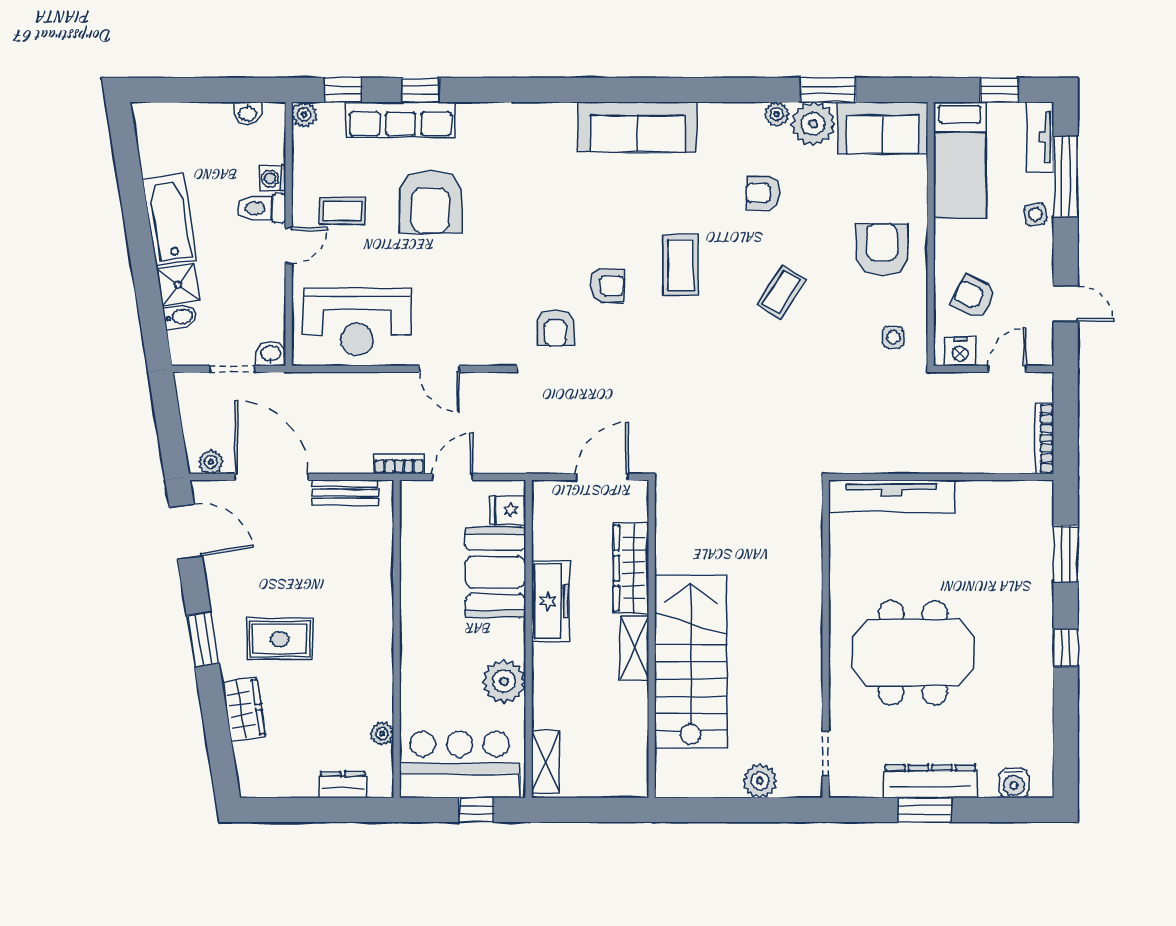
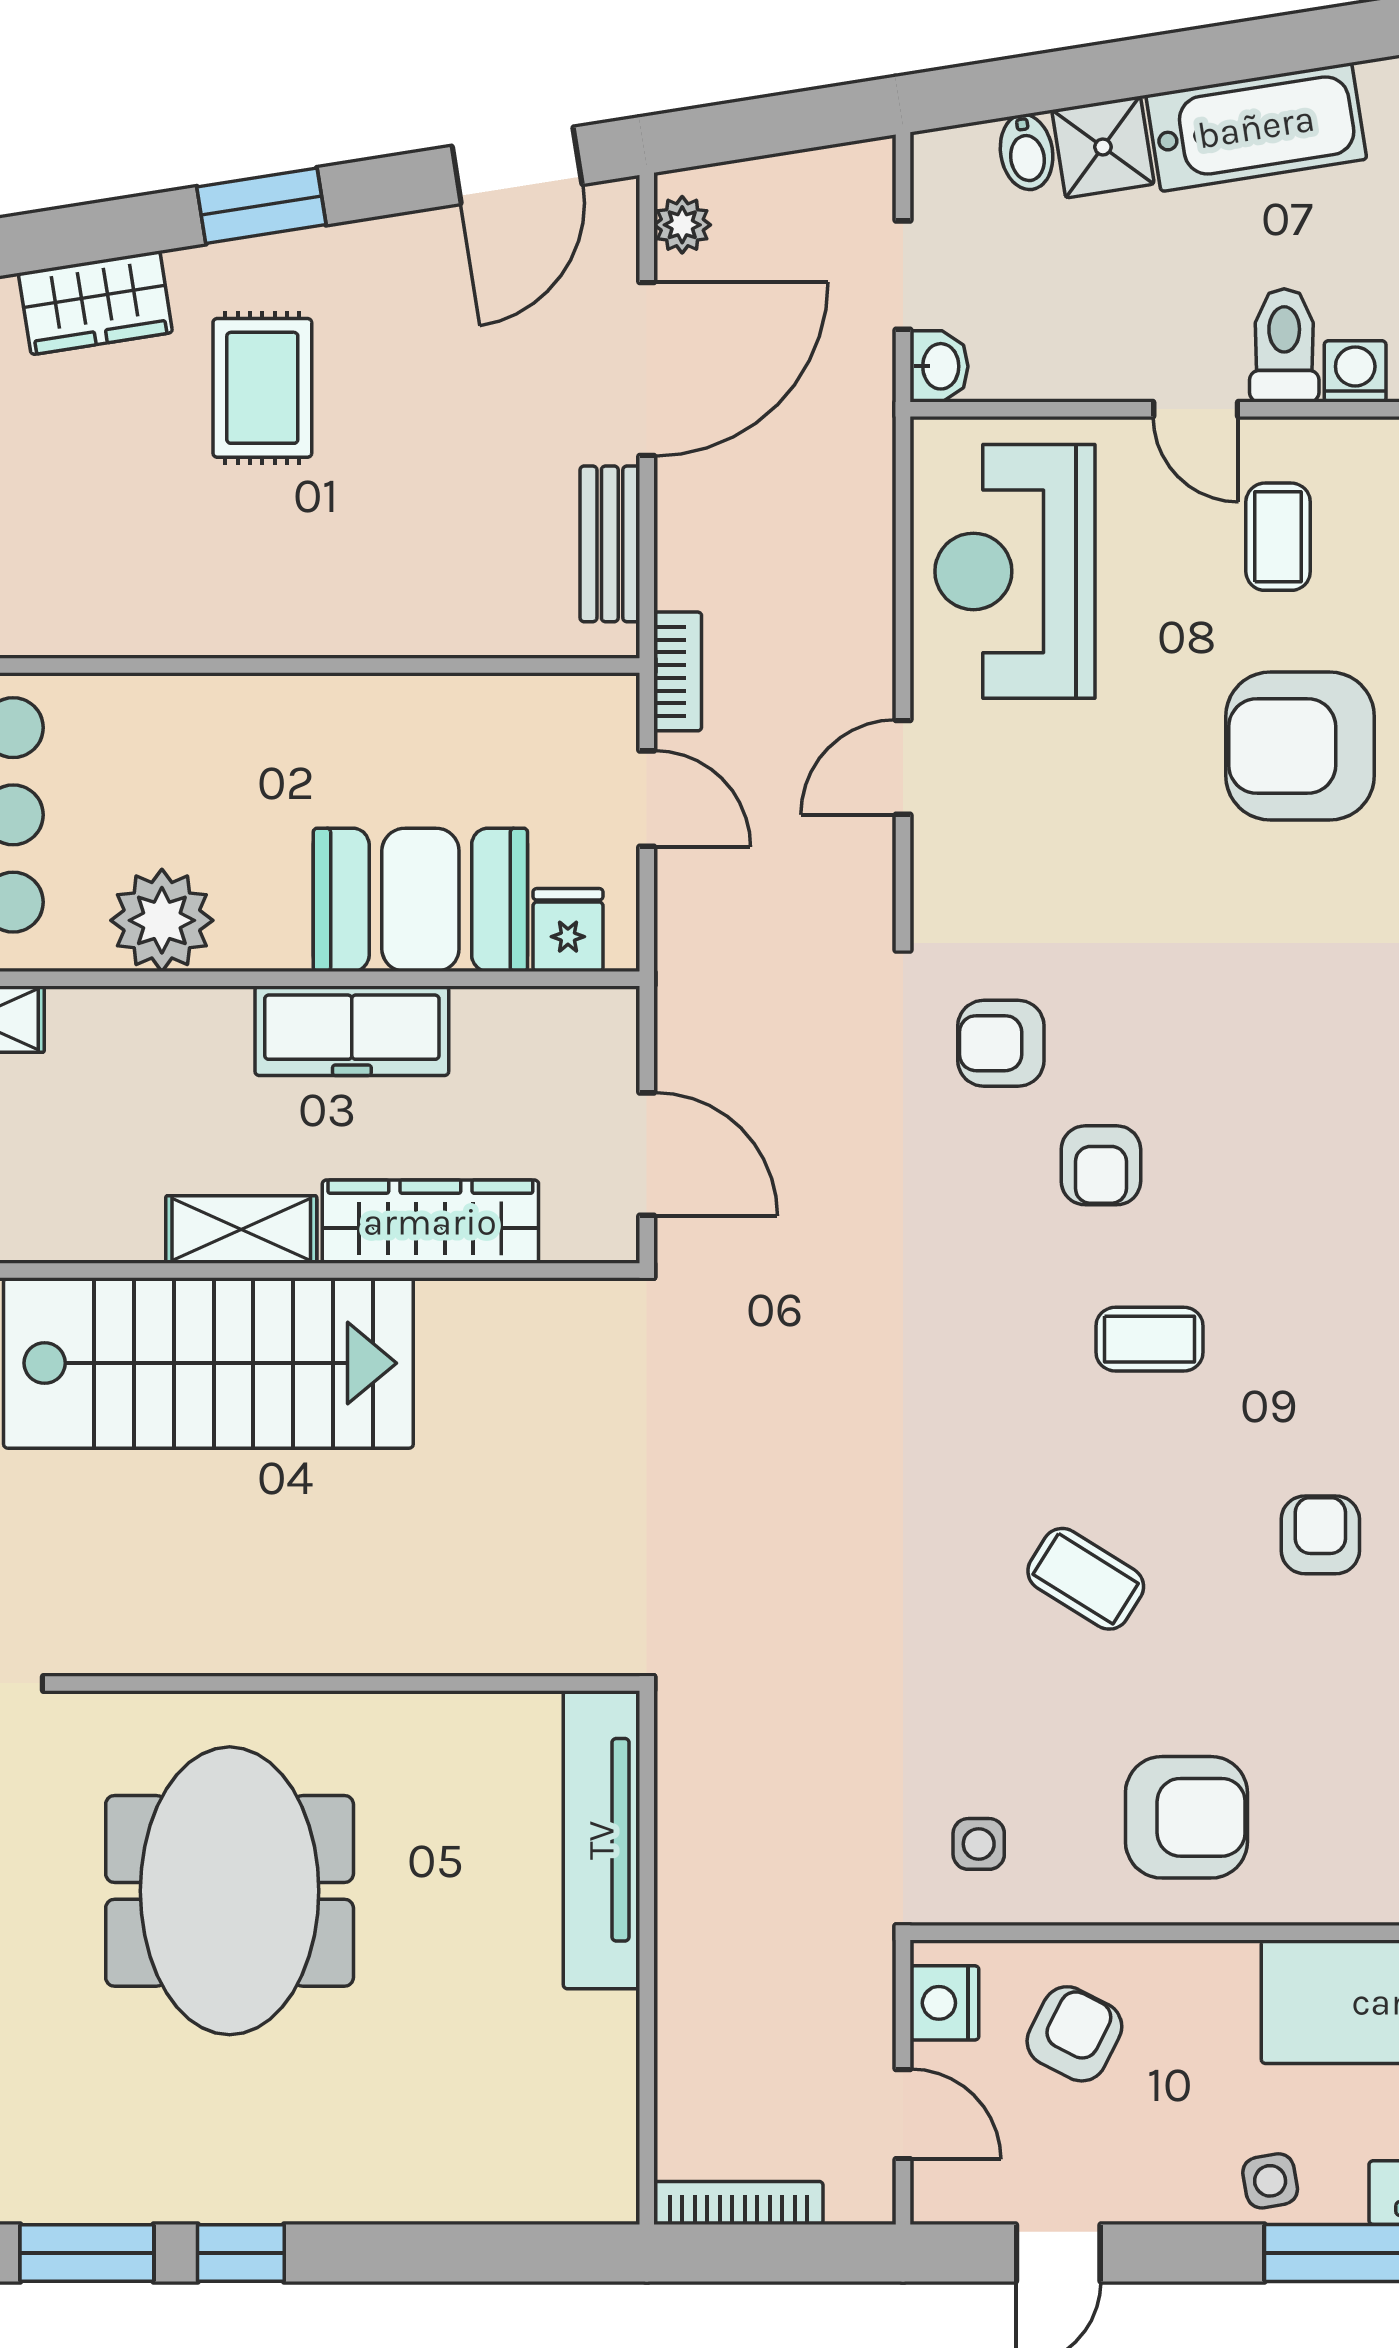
coffee table: (680, 265) -> (1150, 1339), width x0.73, depth x0.77
window: (1066, 554) -> (87, 2253), moved
plant: (382, 733) -> (38, 631), removed

